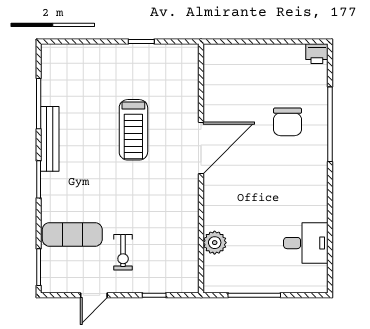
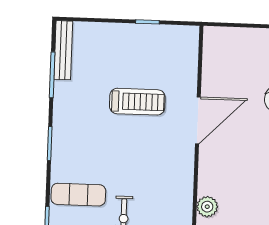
treadmill: (133, 130) -> (137, 102), turned -90
bench: (50, 139) -> (63, 50), moved

